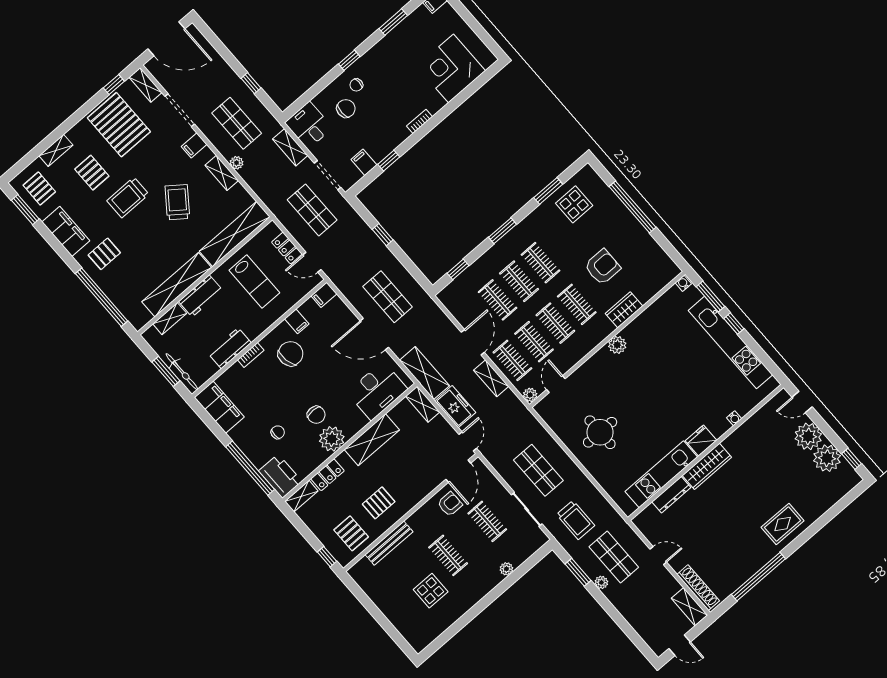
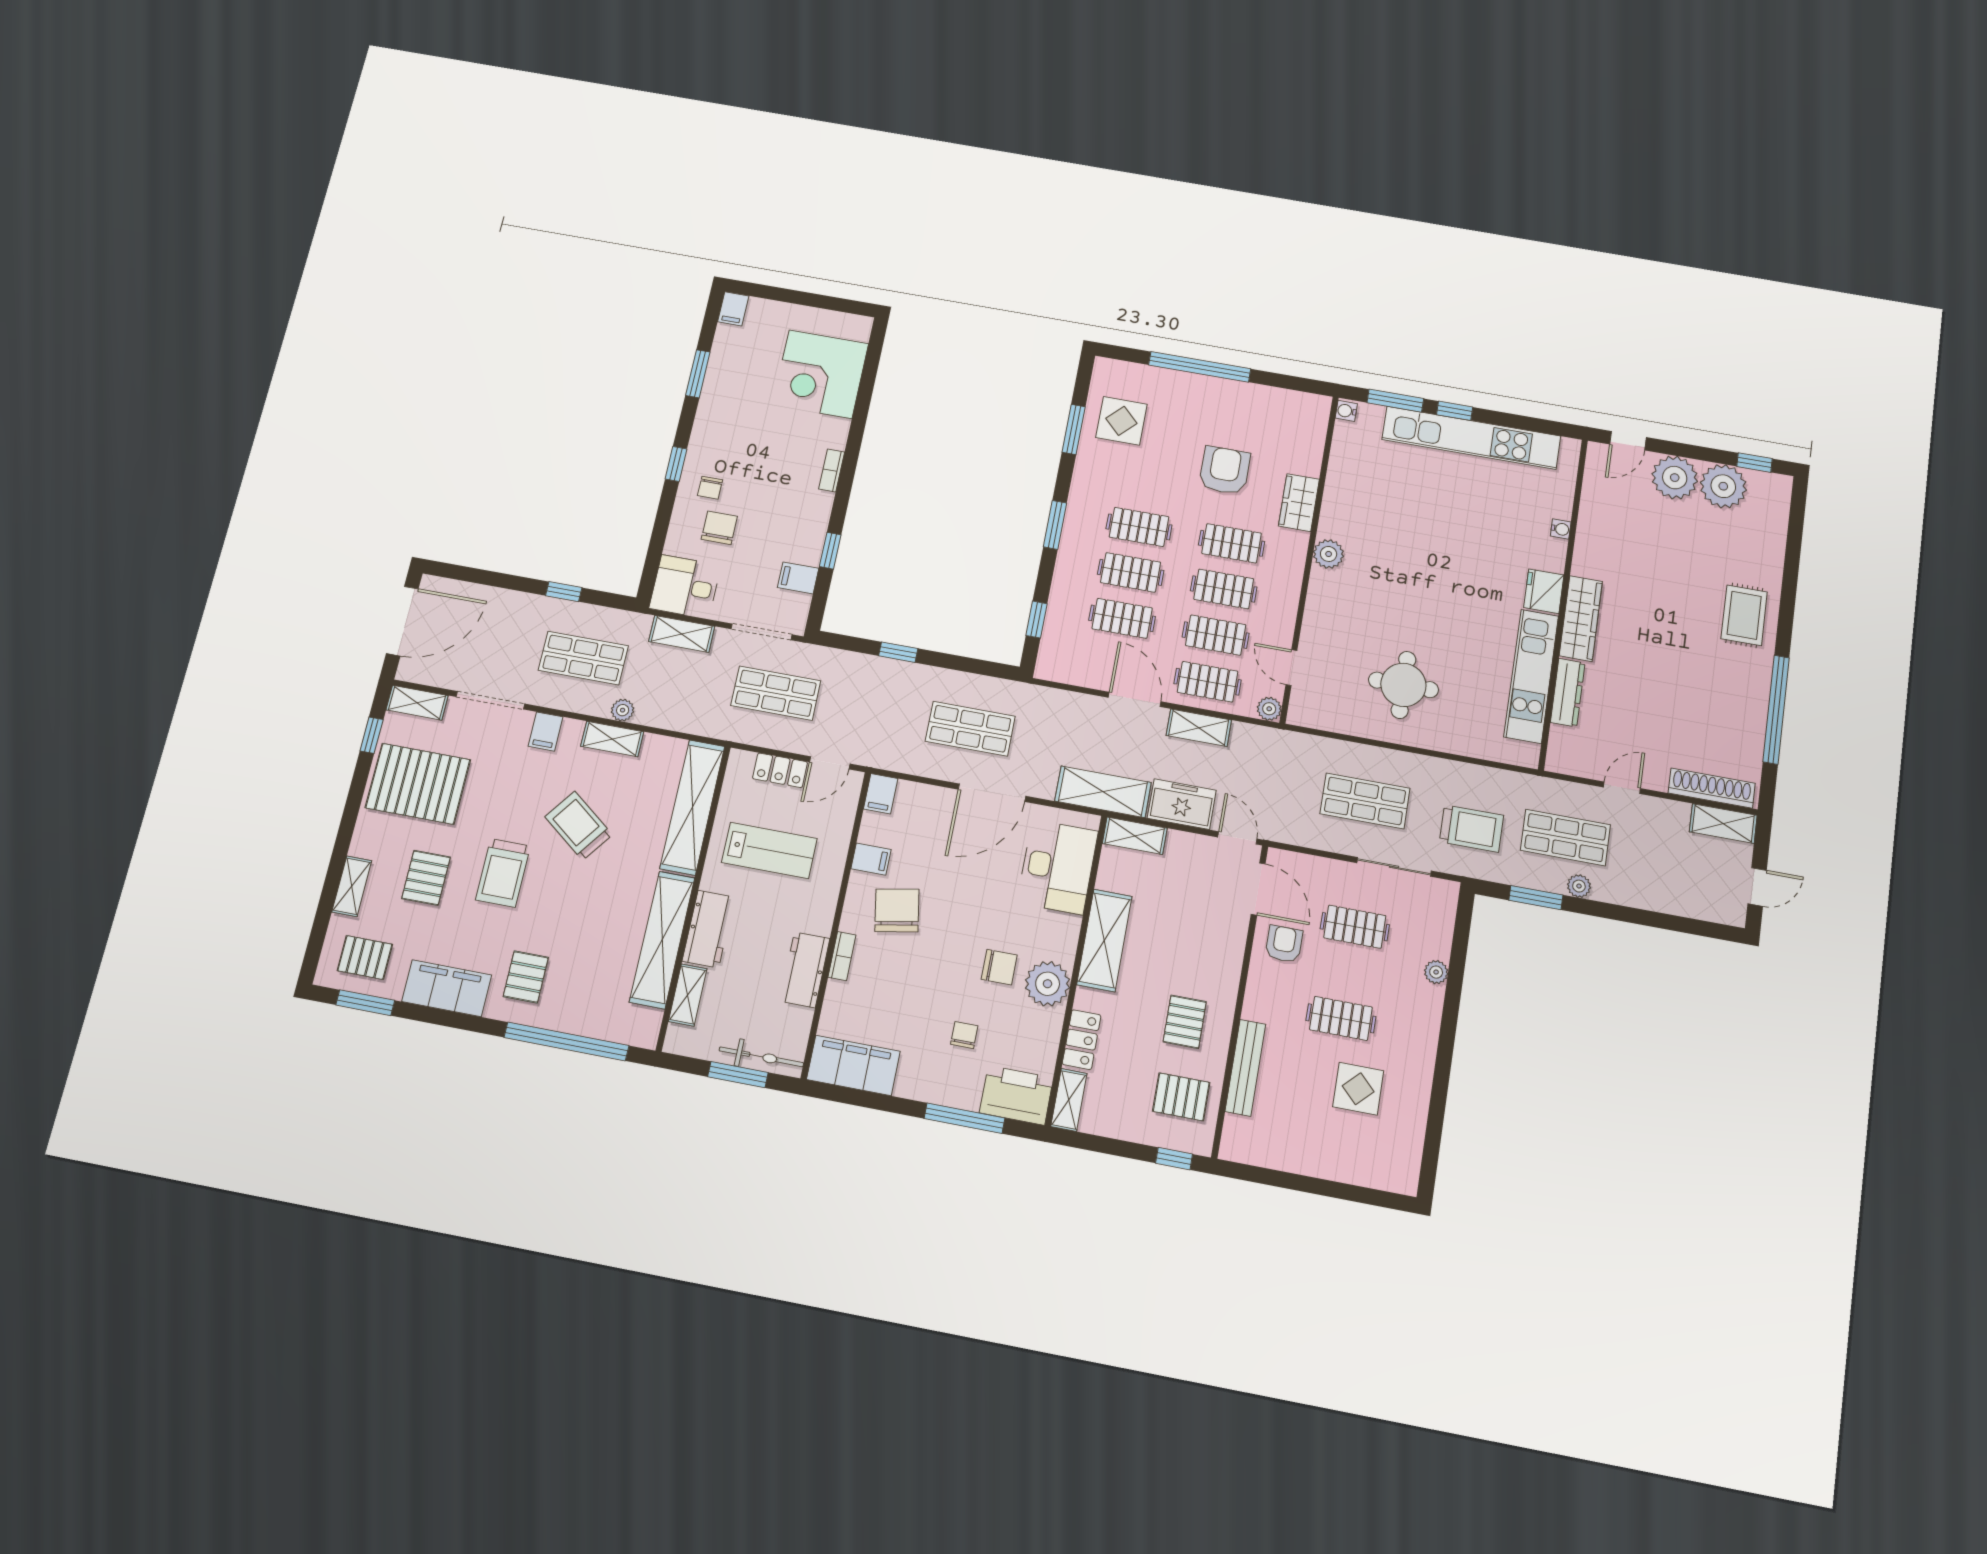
pallet: (92, 173) -> (426, 878), turned 90
window: (250, 468) -> (964, 1118), width x0.68

